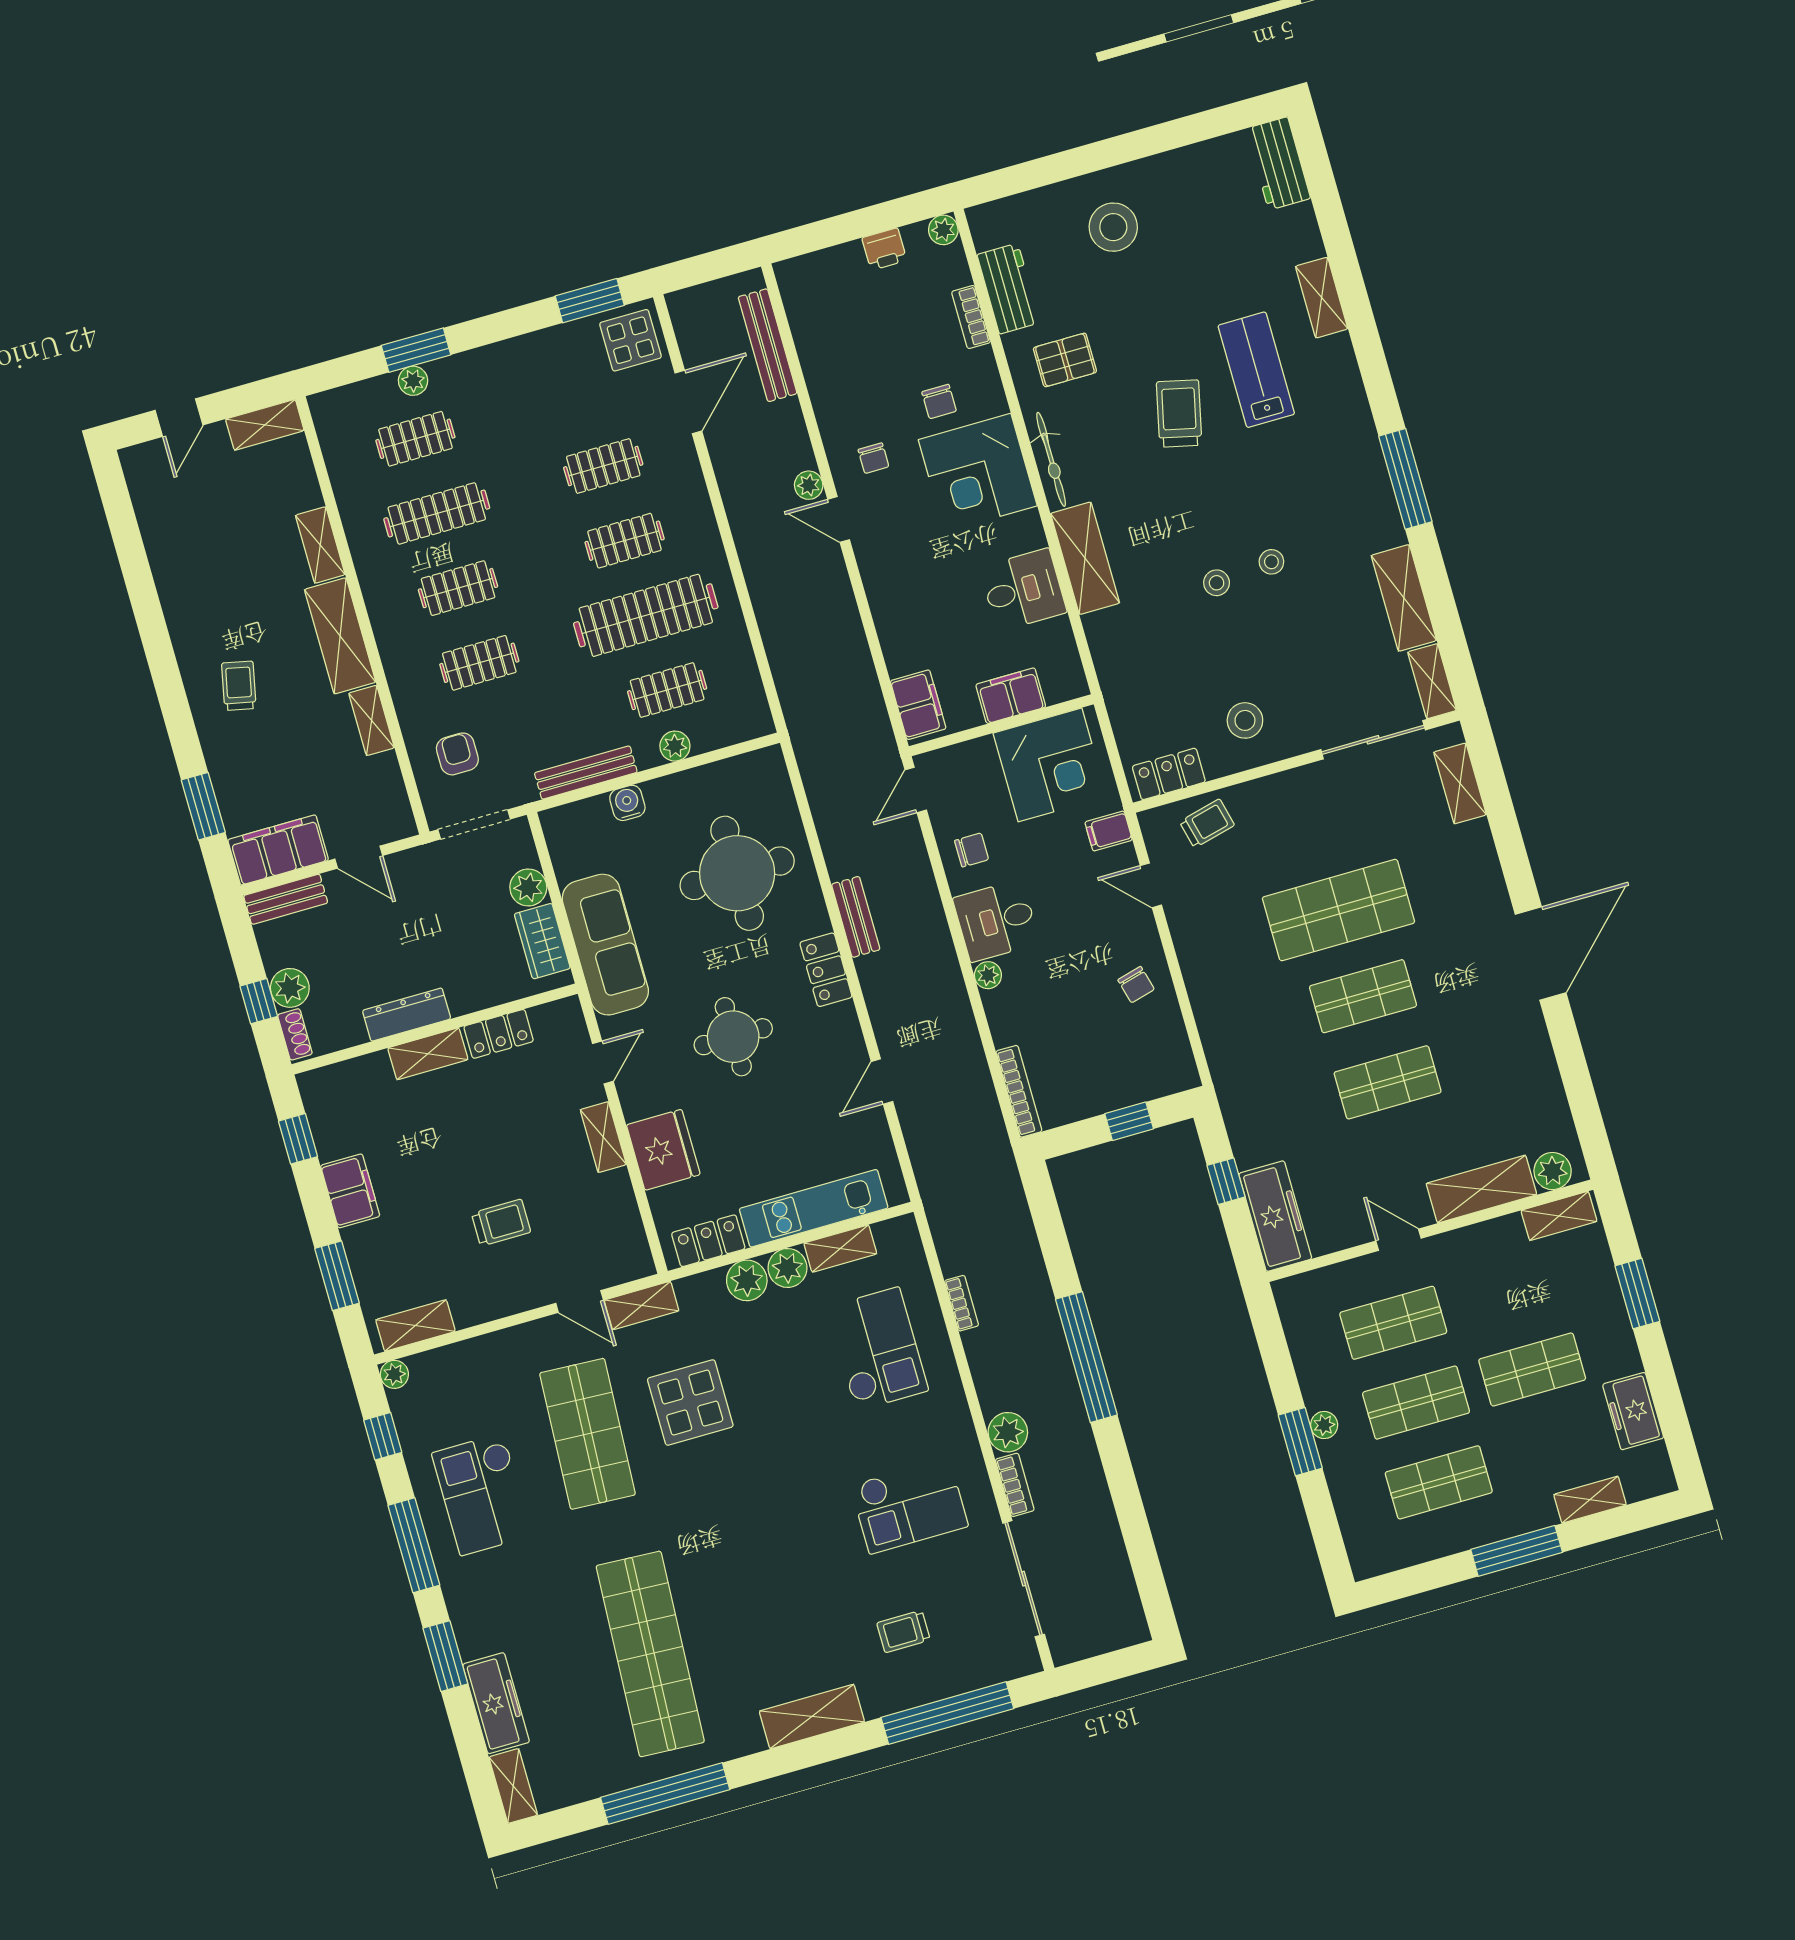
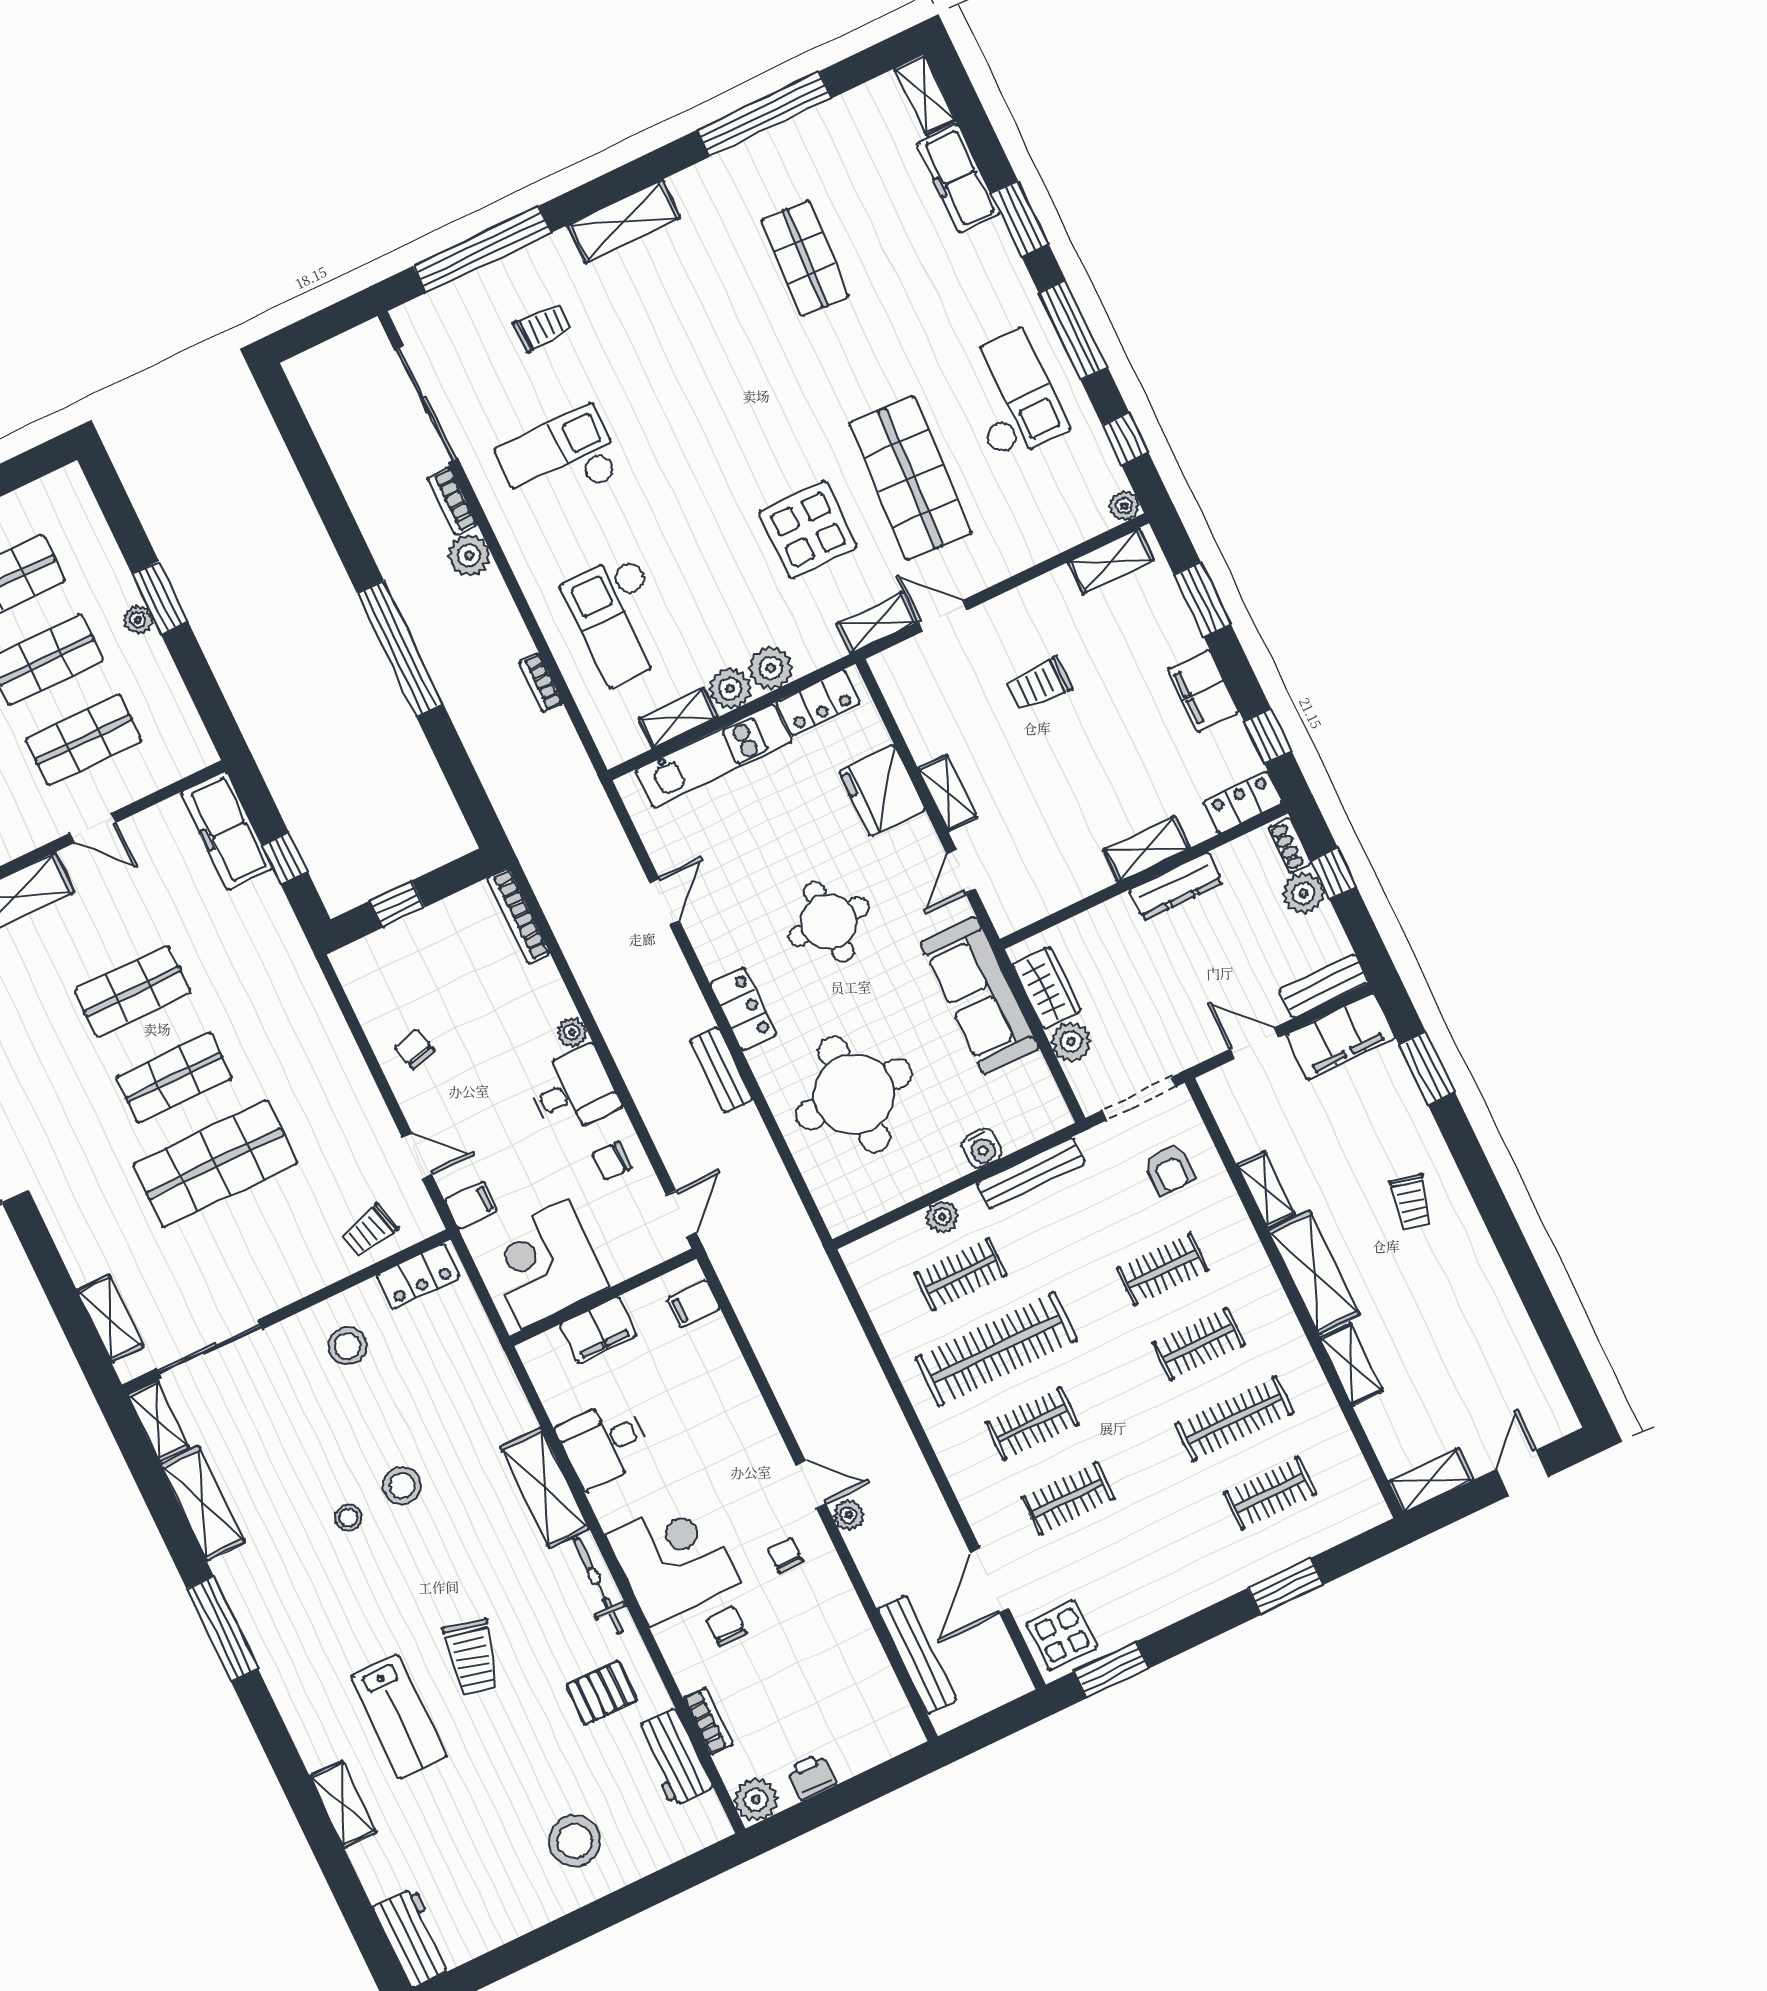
plant: (943, 230) -> (756, 1800), width x1.38, depth x1.38
plant: (413, 381) -> (1283, 1554), removed
stool: (1217, 583) -> (402, 1486), width x1.37, depth x1.37
filing cabinet: (918, 705) -> (694, 1304), width x0.50
locker: (499, 1034) -> (1243, 802), moved
shop shelf: (650, 1654) -> (805, 258), width x0.50, depth x0.74

